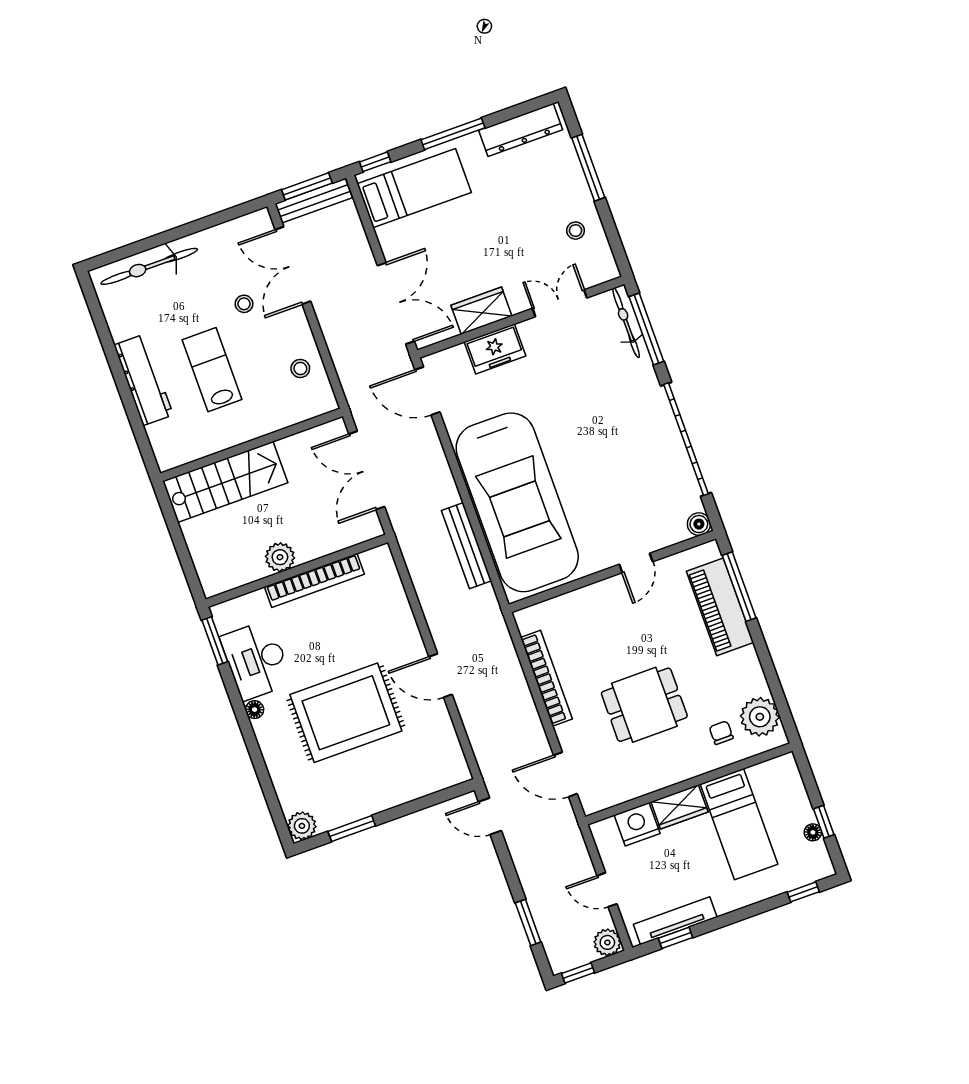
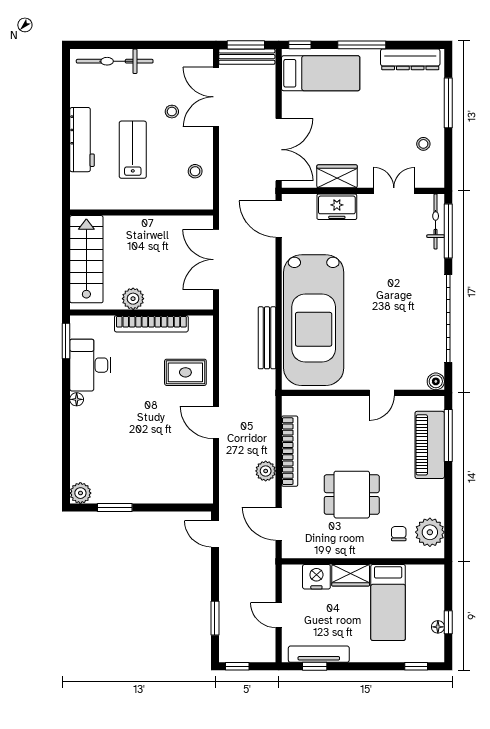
stairs: (225, 482) -> (86, 259), moved, turned -90
rug: (346, 713) -> (185, 372), moved, width x0.54, depth x0.49
plant: (607, 942) -> (266, 471), moved

